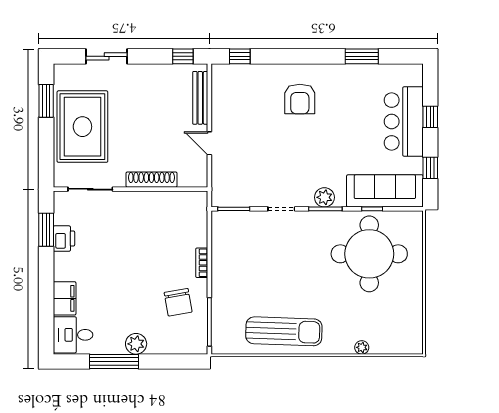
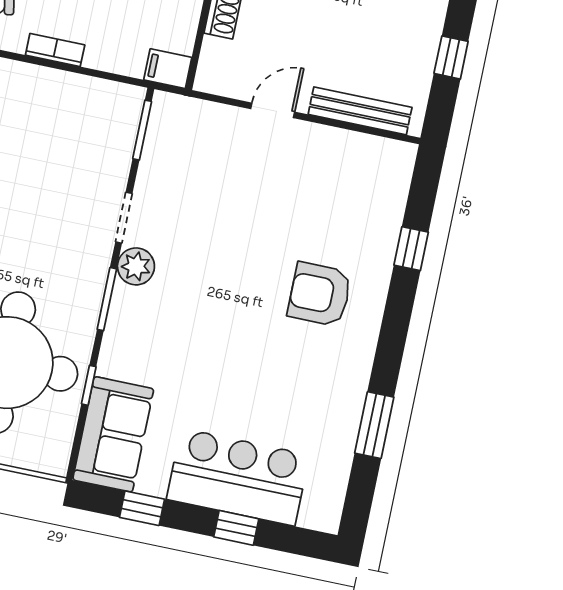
window: (183, 56) -> (451, 57), moved
window: (240, 56) -> (411, 249), moved
sofa: (385, 191) -> (113, 434), width x0.73
plant: (324, 197) -> (136, 266), moved
filing cabinet: (199, 202) -> (168, 69), added

